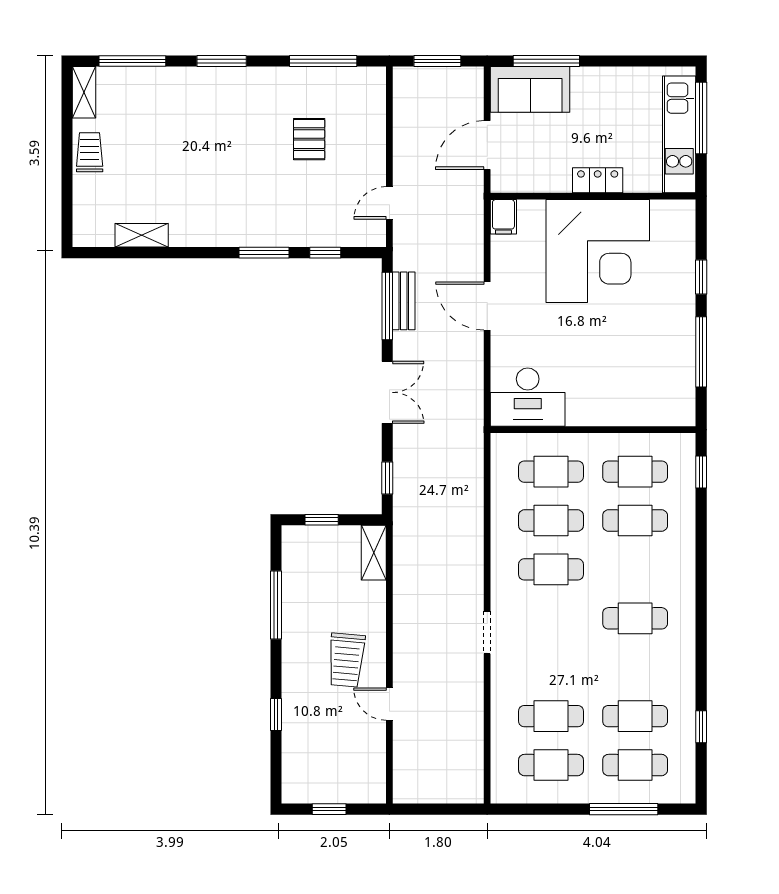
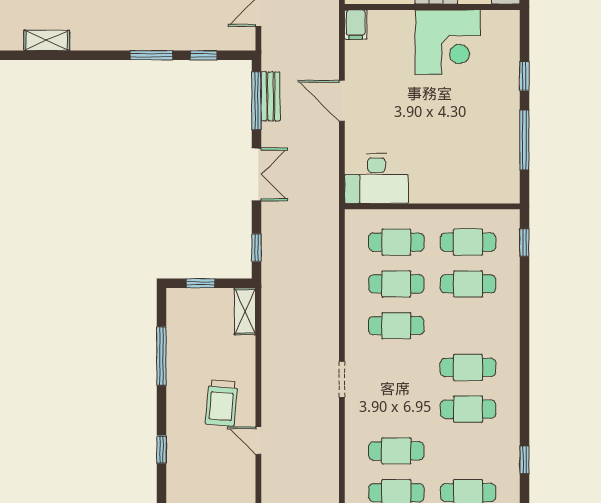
corner desk: (598, 251) -> (448, 42), width x0.74, depth x0.74
cafe table: (635, 716) -> (468, 409), moved

